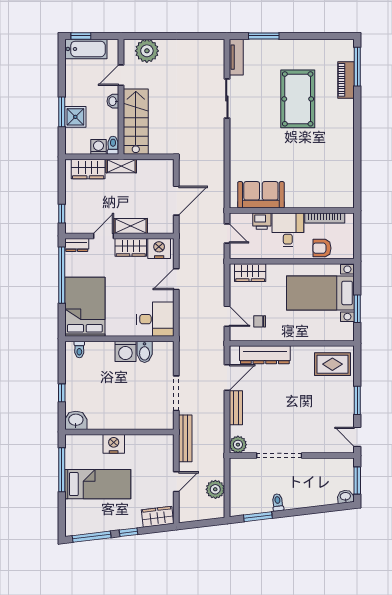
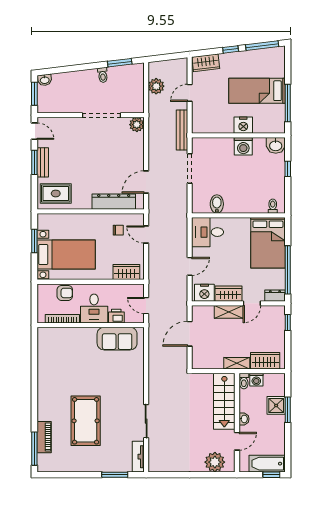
washing machine: (125, 351) -> (243, 146), moved, turned 180
bench: (236, 408) -> (43, 162), moved

